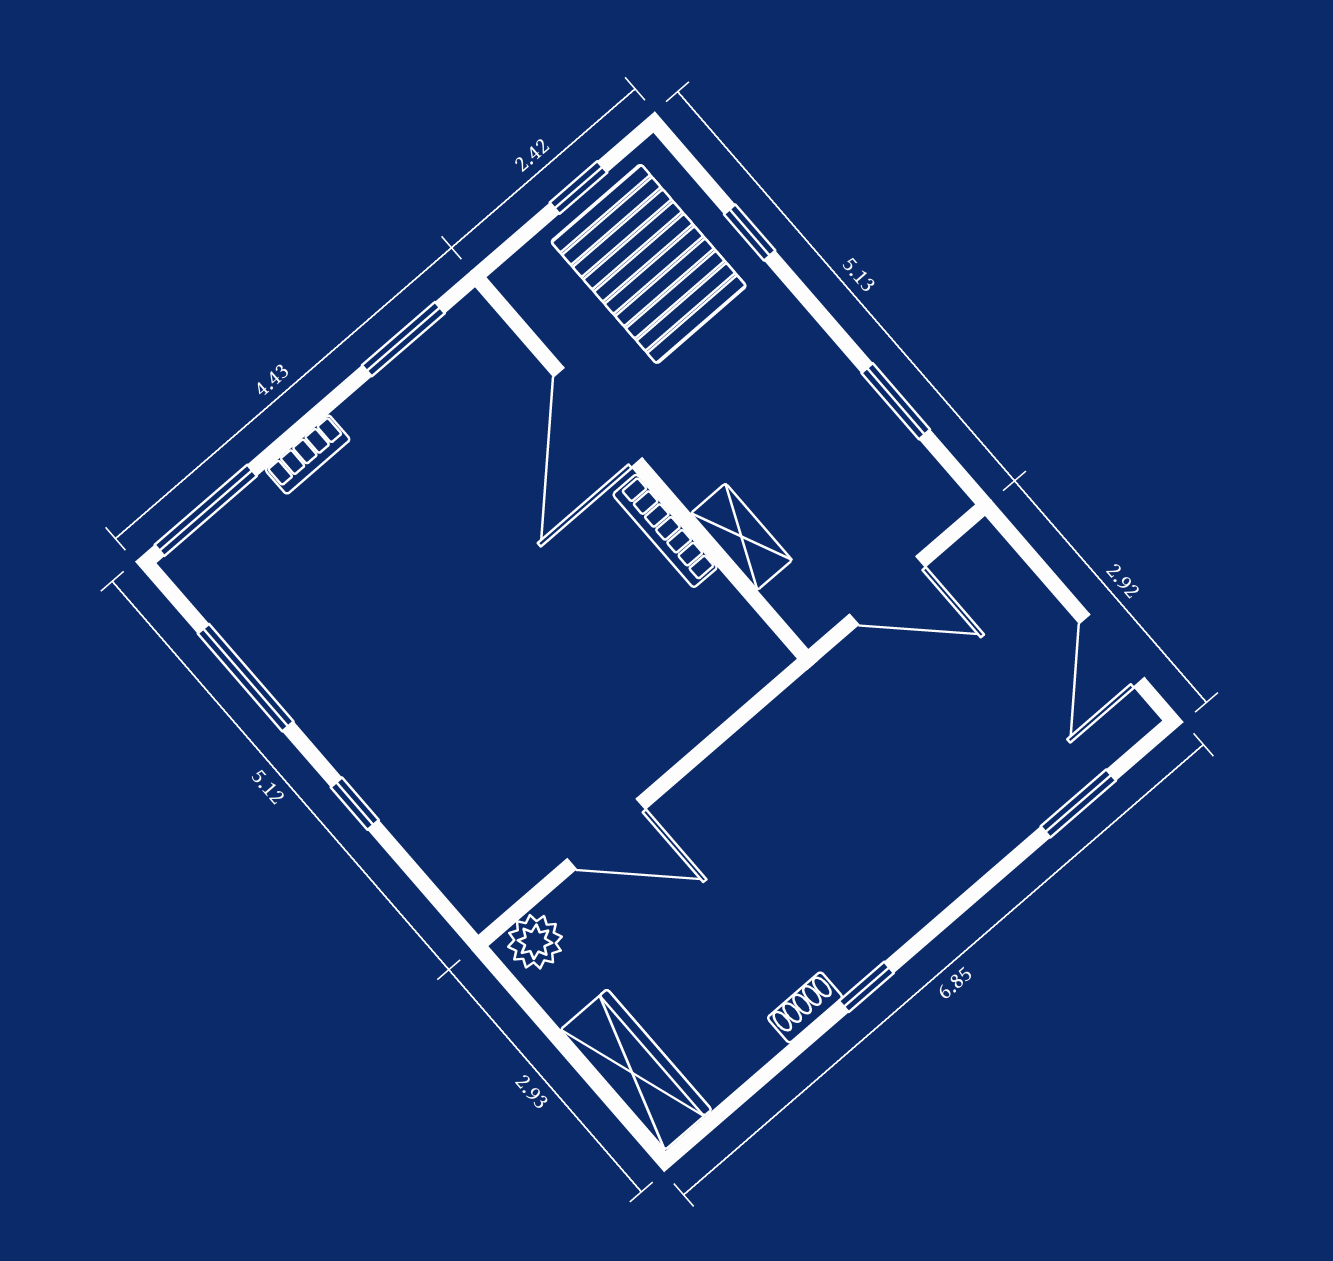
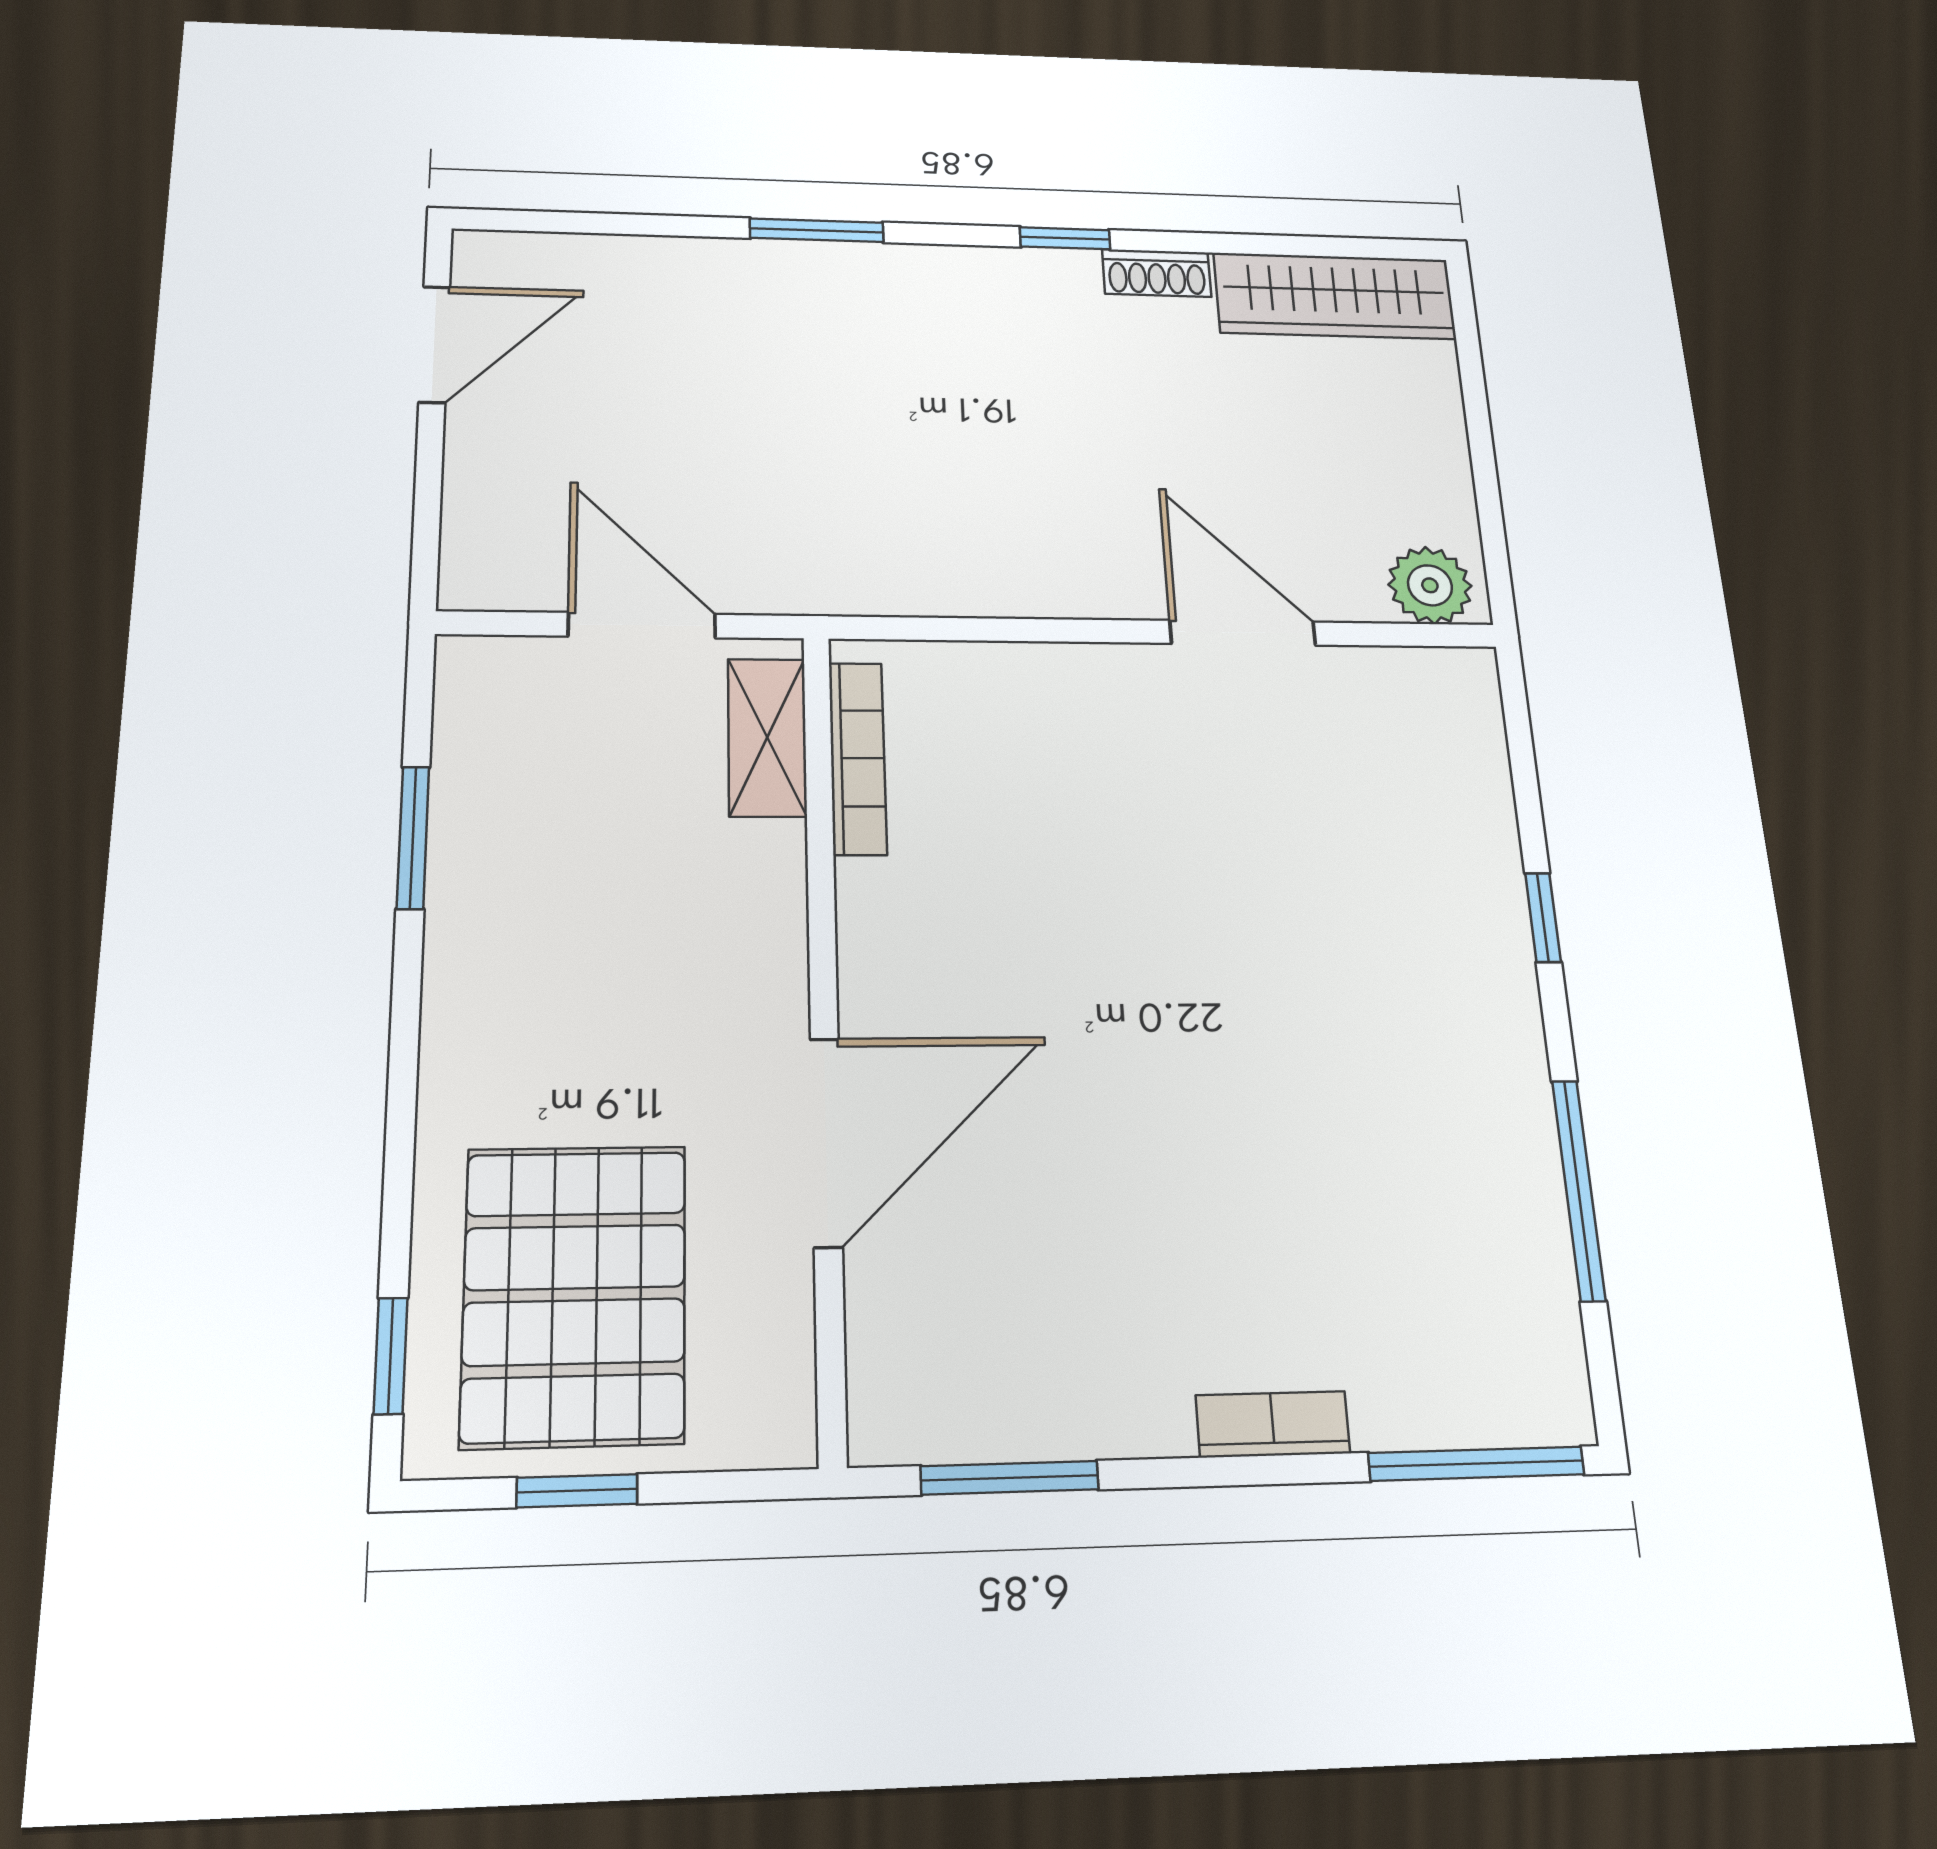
window: (750, 232) -> (391, 1356), moved
bookcase: (665, 531) -> (858, 758), moved
shelving: (741, 537) -> (767, 737), moved
window: (1078, 803) -> (817, 230), moved
wardrobe: (636, 1070) -> (1335, 296), moved, turned -90

